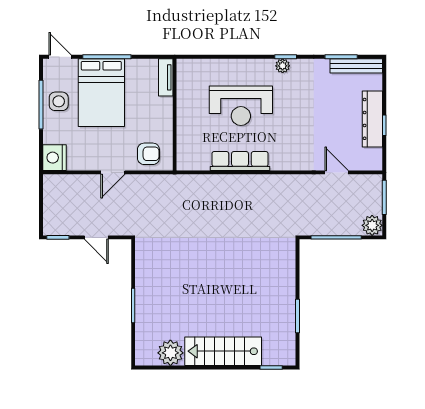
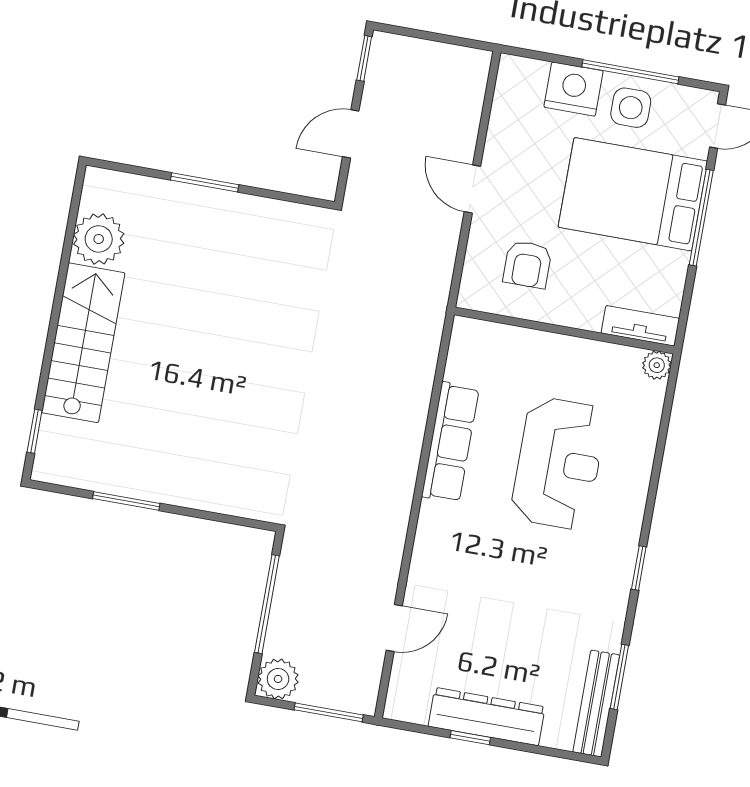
plant: (283, 66) -> (657, 365), moved
reception desk: (241, 106) -> (559, 463), turned 180
armchair: (148, 154) -> (527, 264), moved
nightstand: (55, 158) -> (574, 89), moved

